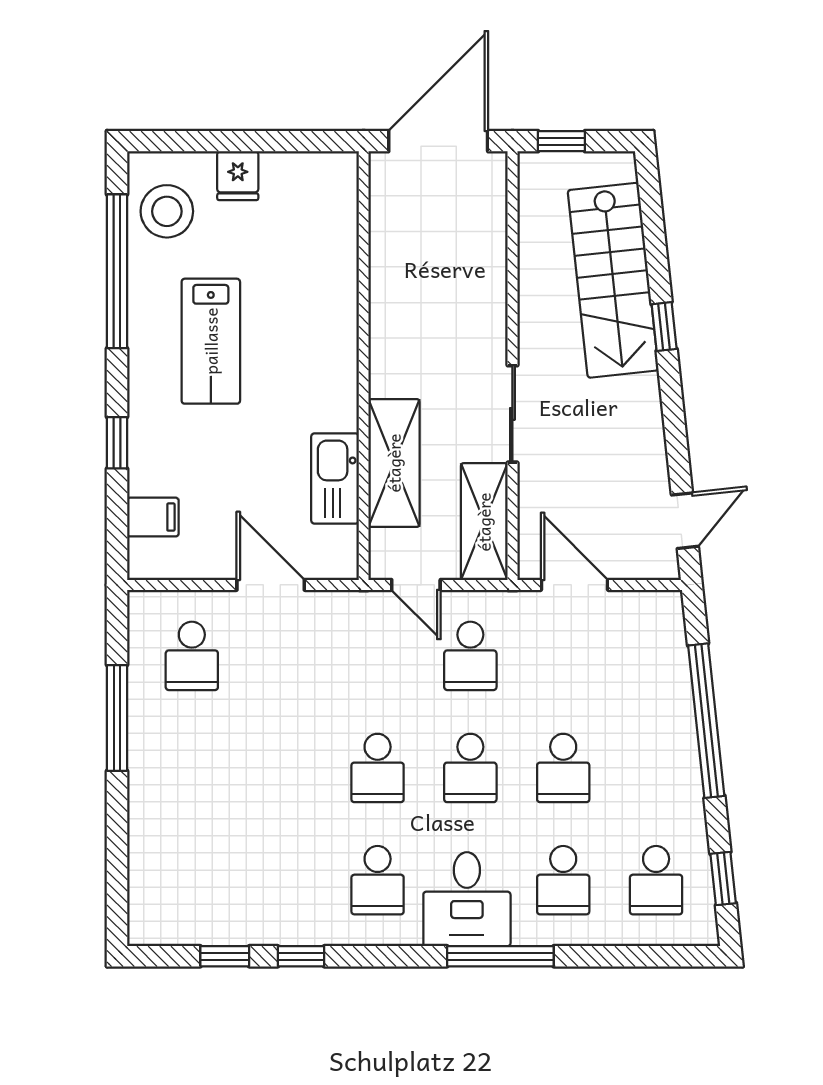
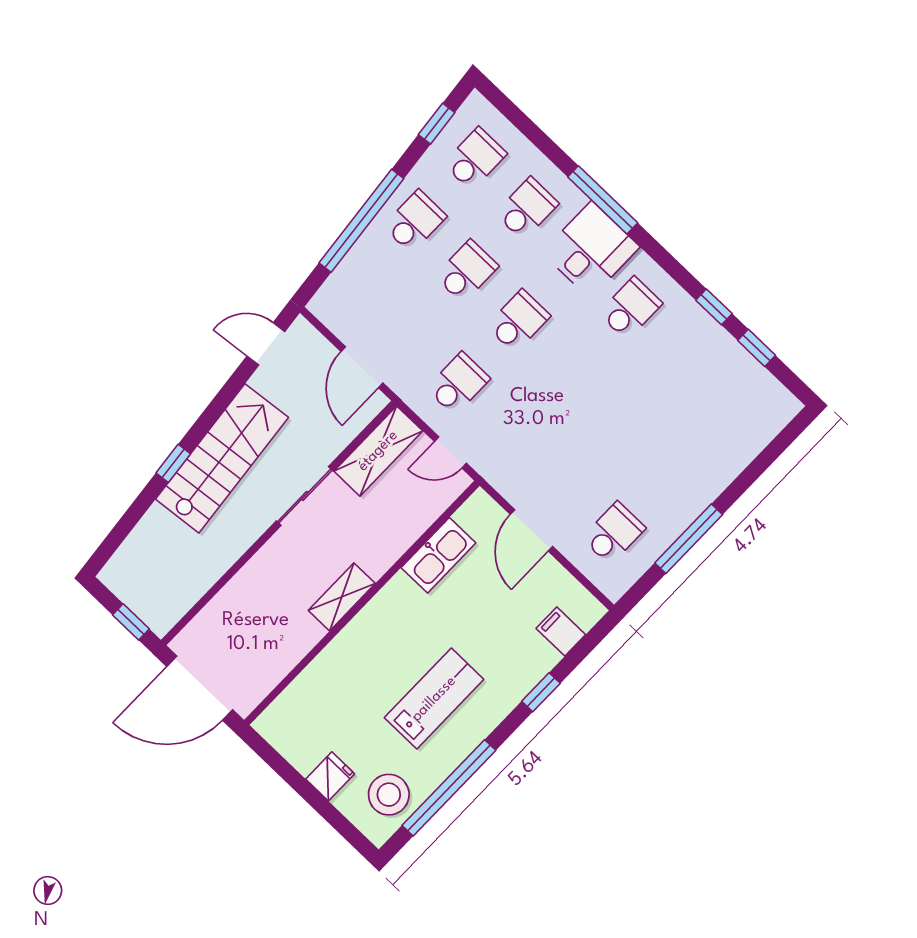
stairs: (613, 280) -> (222, 458), moved
shelving: (394, 463) -> (342, 597), moved, width x0.67, depth x0.75
door: (416, 585) -> (450, 452), swing flipped
school desk: (378, 768) -> (415, 221), moved

